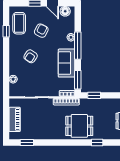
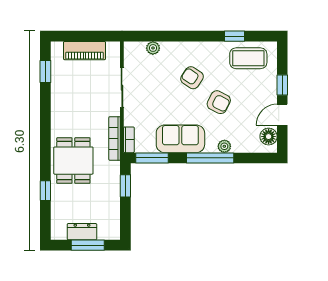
armchair: (41, 31) -> (219, 102), moved

